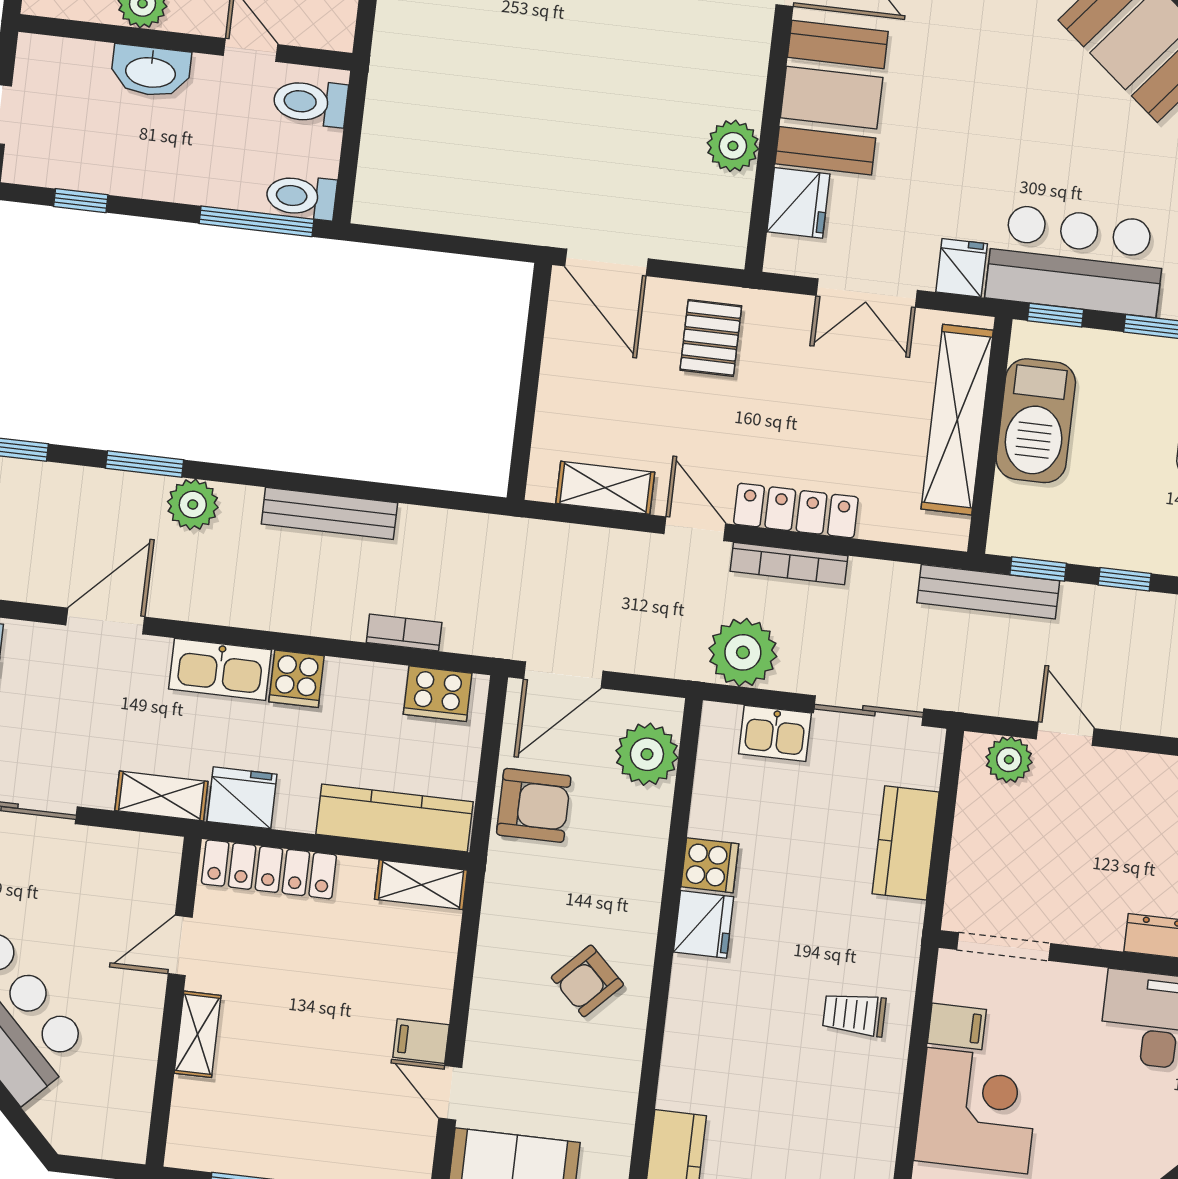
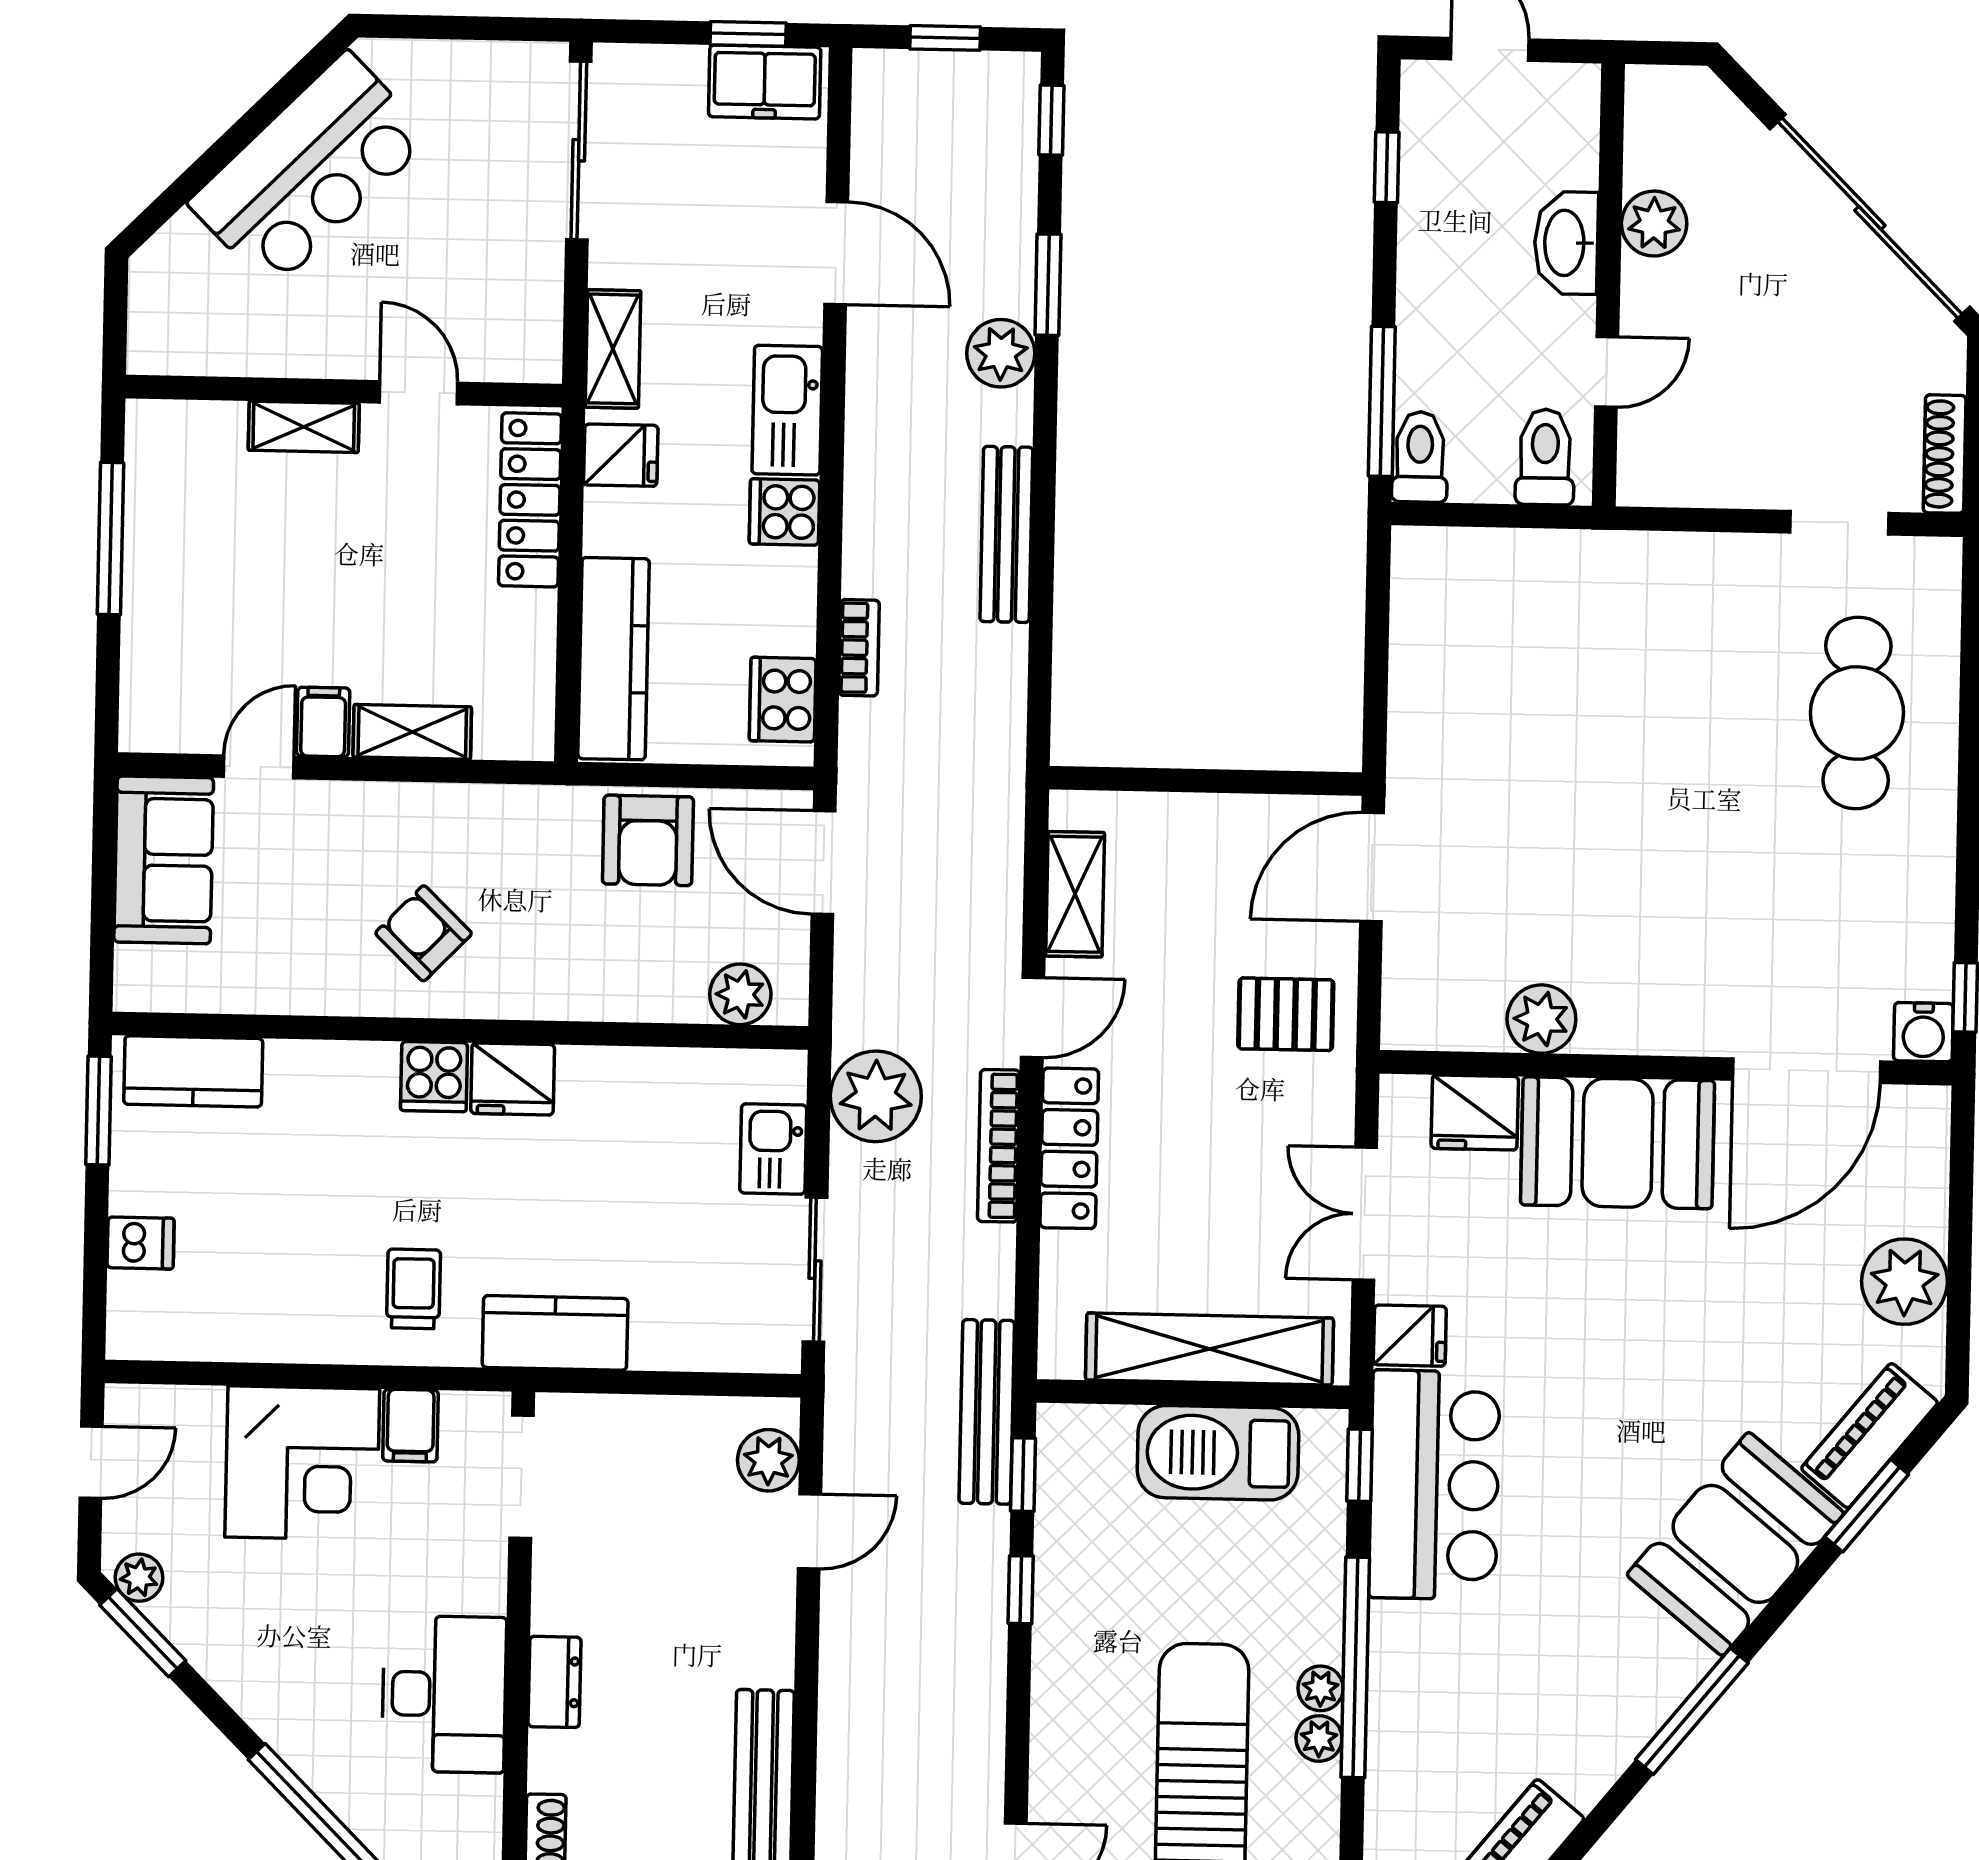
plant: (647, 754) -> (740, 994), width x0.73, depth x0.73
fridge: (242, 798) -> (621, 455), width x0.72
kitchen counter: (906, 843) -> (555, 1333), moved
cooker: (710, 865) -> (434, 1077), moved
shelving: (421, 885) -> (412, 732), moved, turned 90

